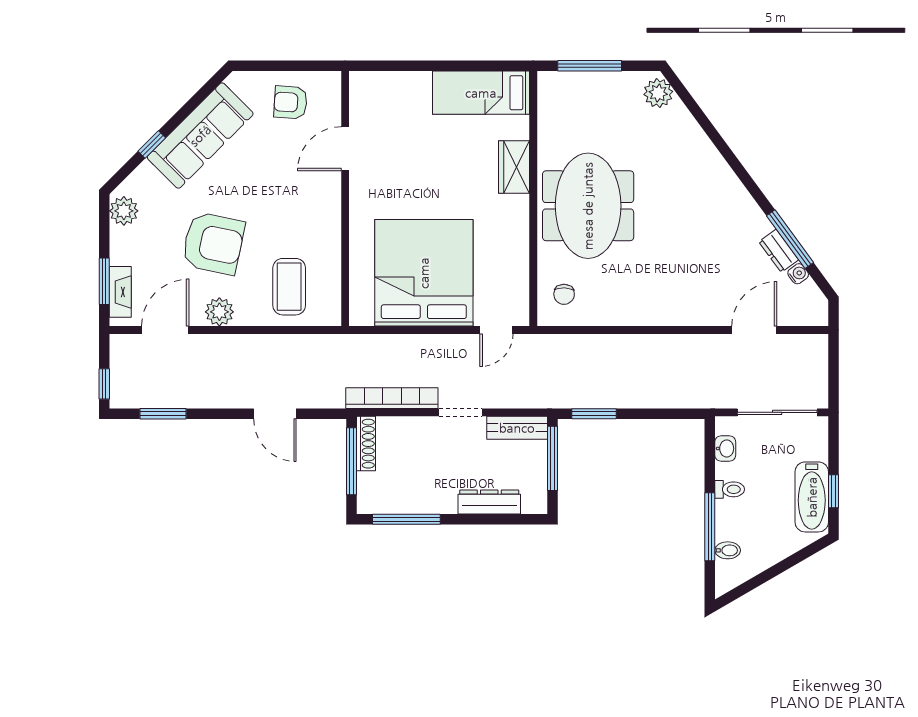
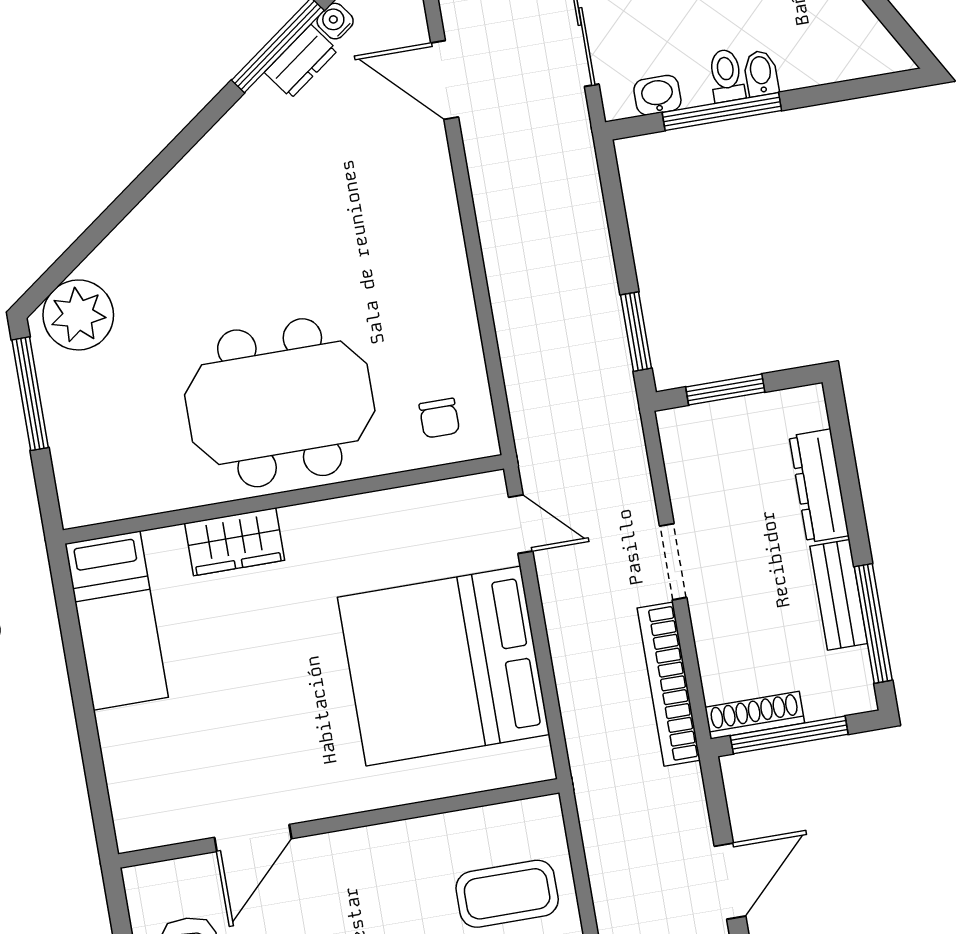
window: (590, 66) -> (30, 394), moved
plant: (658, 93) -> (78, 315), width x1.36, depth x1.36
door: (345, 149) -> (253, 838), hinge flipped
chair: (564, 294) -> (439, 418), turned 88
bench: (517, 428) -> (839, 595), moved
window: (553, 458) -> (725, 390), width x0.69
window: (710, 527) -> (722, 112), moved
bidet: (728, 550) -> (761, 73), moved

